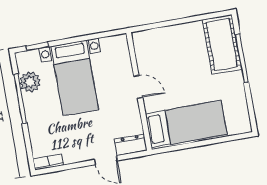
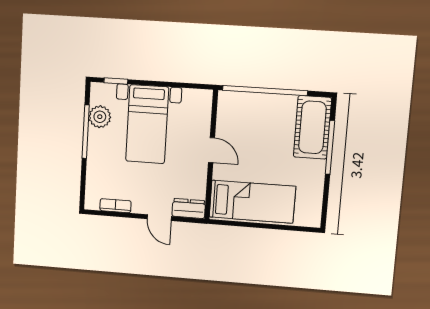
window: (172, 23) -> (265, 91), added
bookcase: (48, 162) -> (115, 206), moved

